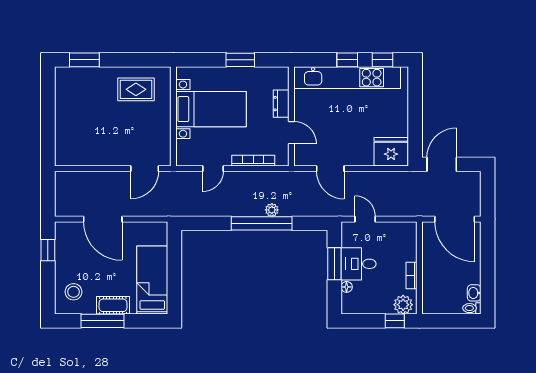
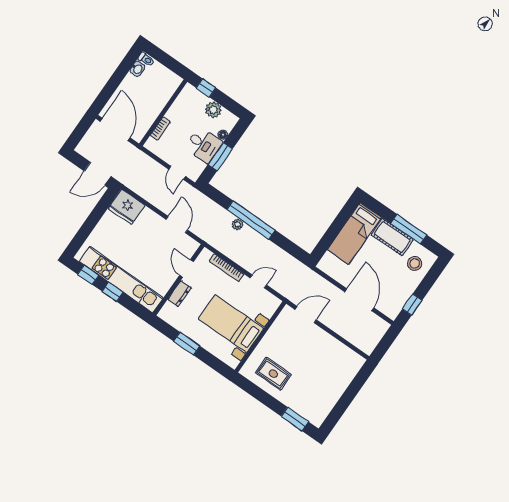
bookcase: (411, 276) -> (160, 129), moved
cot: (113, 305) -> (392, 237), width x1.37, depth x1.34
plant: (403, 305) -> (213, 110), moved

